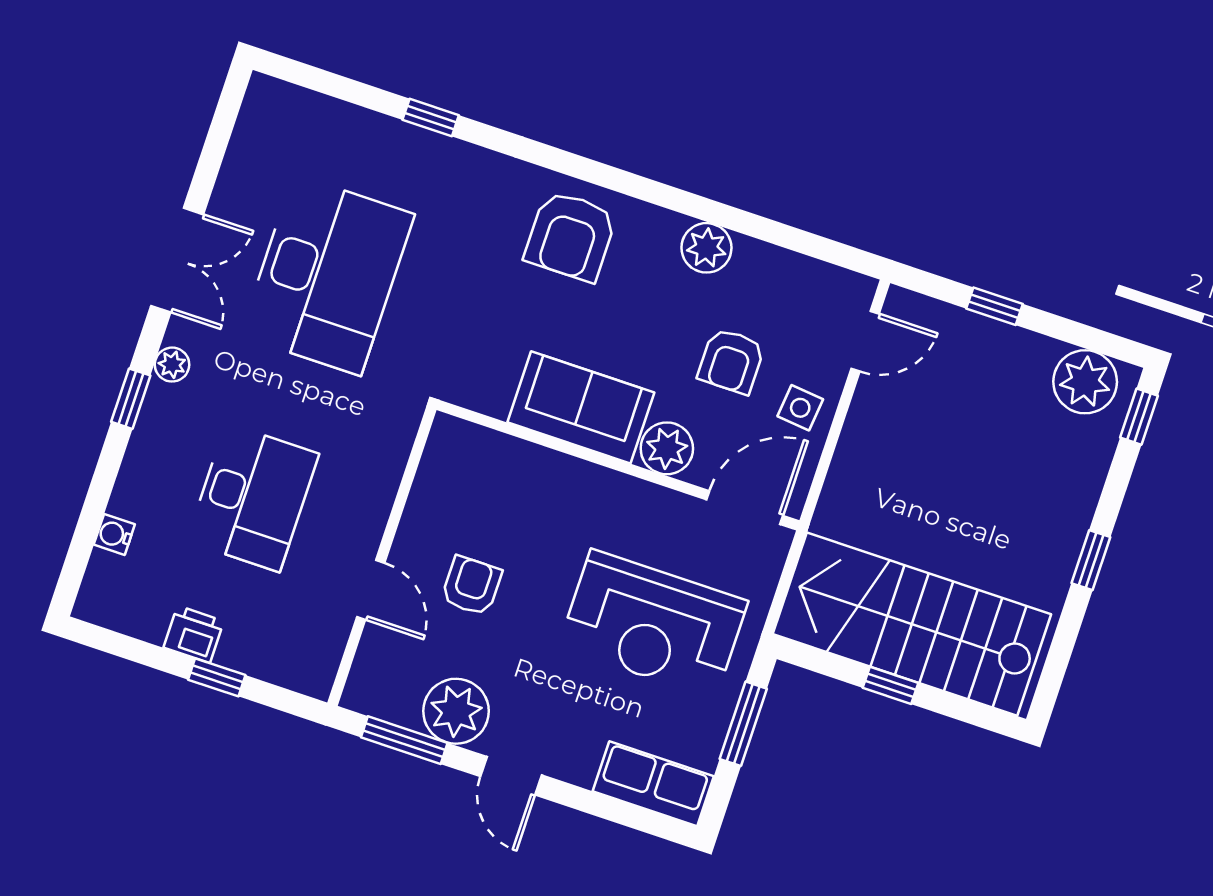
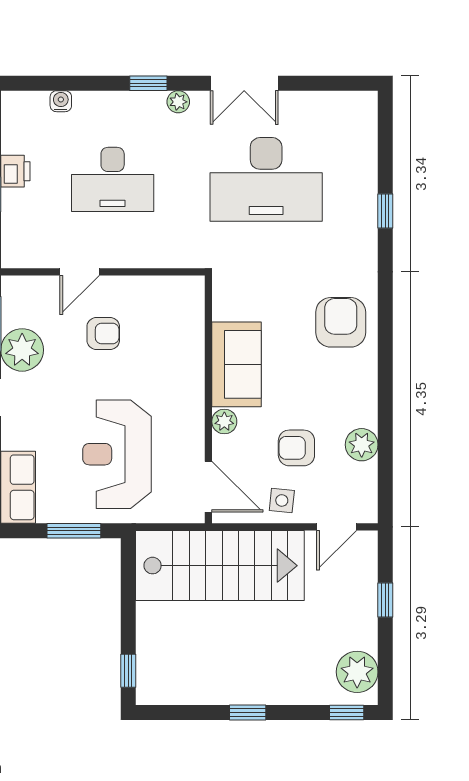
armchair: (571, 236) -> (341, 322), turned 90
plant: (706, 248) -> (362, 445), moved
door: (865, 341) -> (337, 527), hinge flipped
plant: (667, 448) -> (224, 422), width x0.73, depth x0.73
stairs: (912, 624) -> (220, 566), moved, turned 90
window: (891, 685) -> (128, 671), moved

